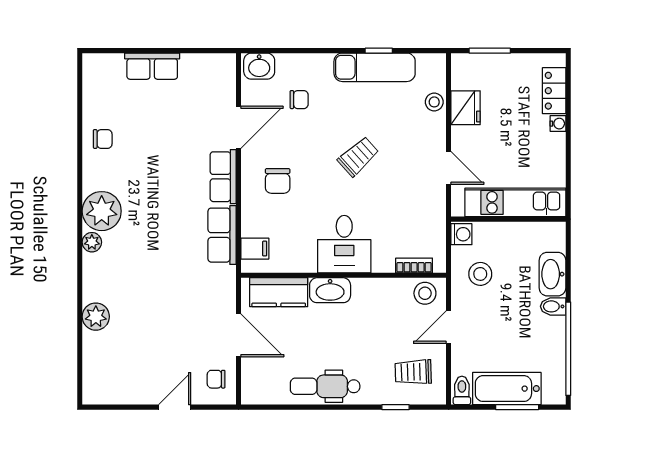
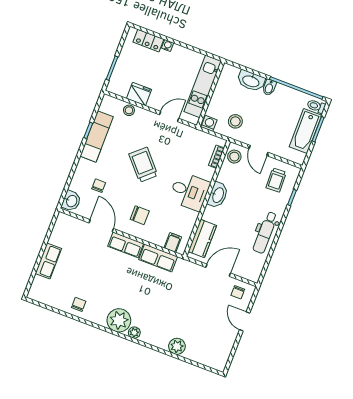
trolley: (358, 157) -> (143, 165), width x1.36, depth x1.39
washbasin: (330, 290) -> (218, 195), moved
toilet: (462, 390) -> (316, 106), moved

